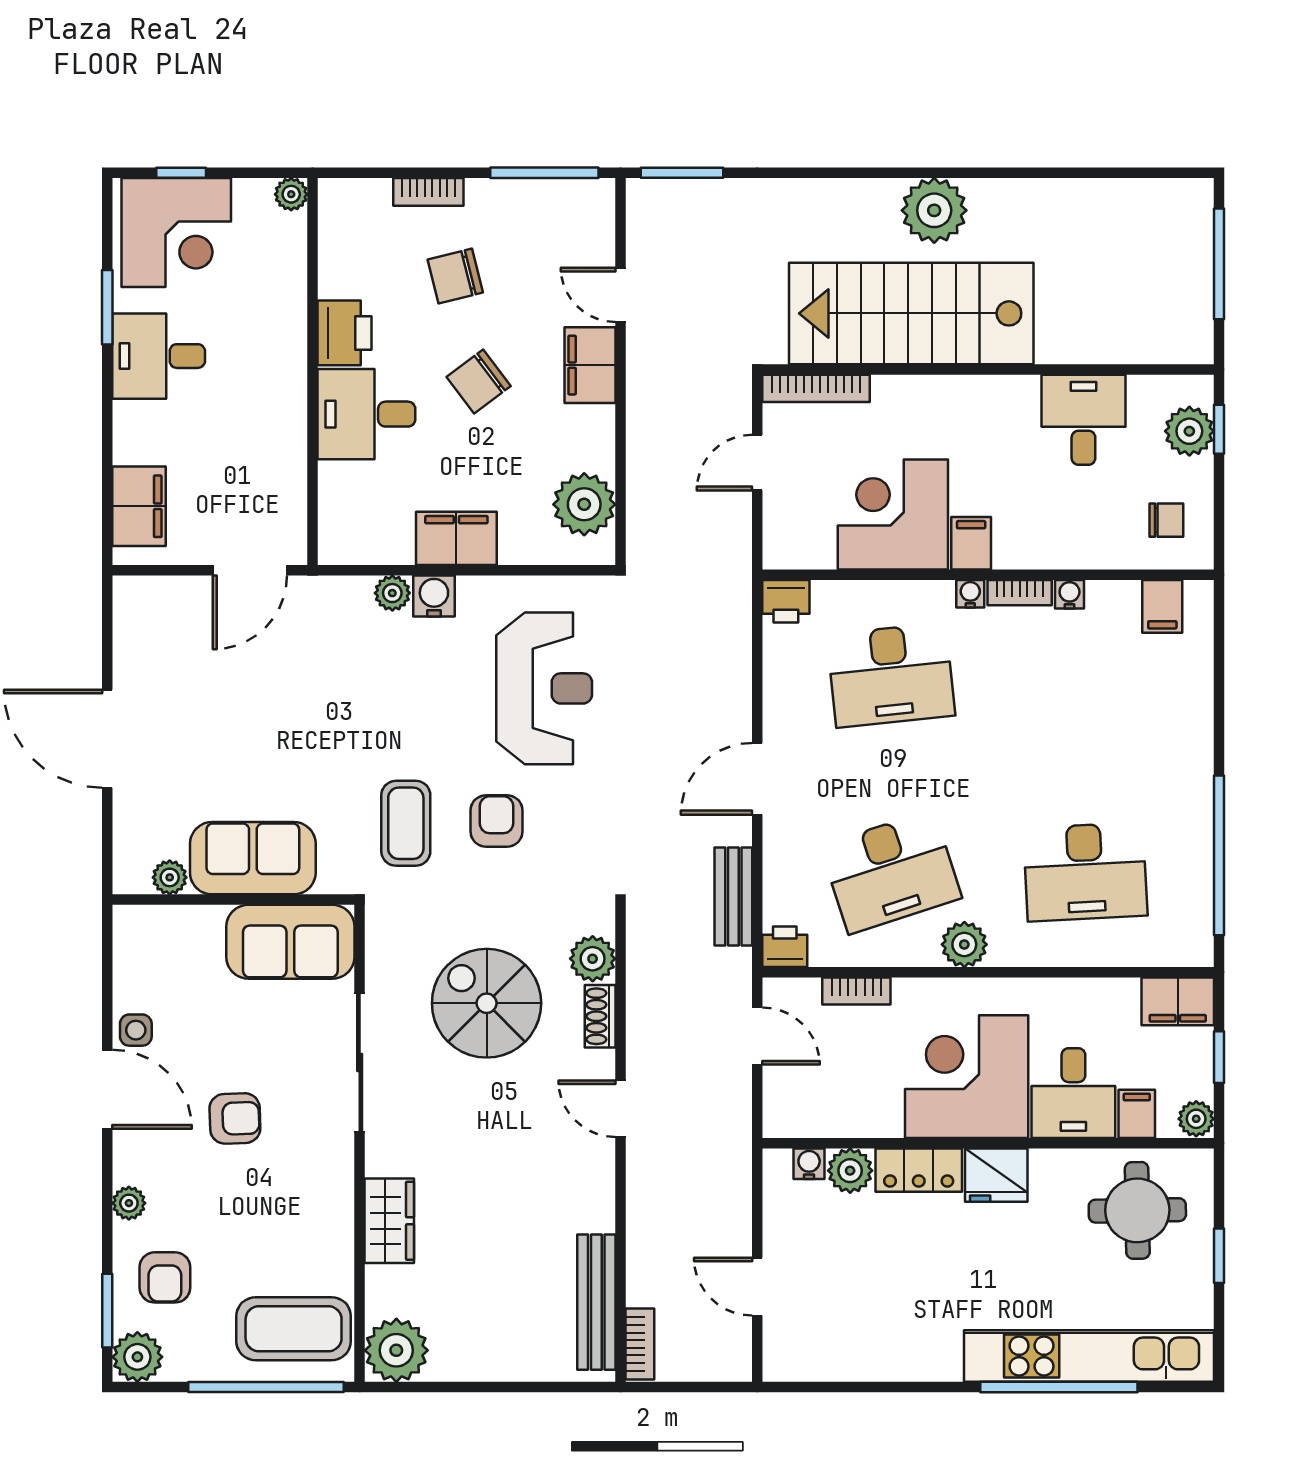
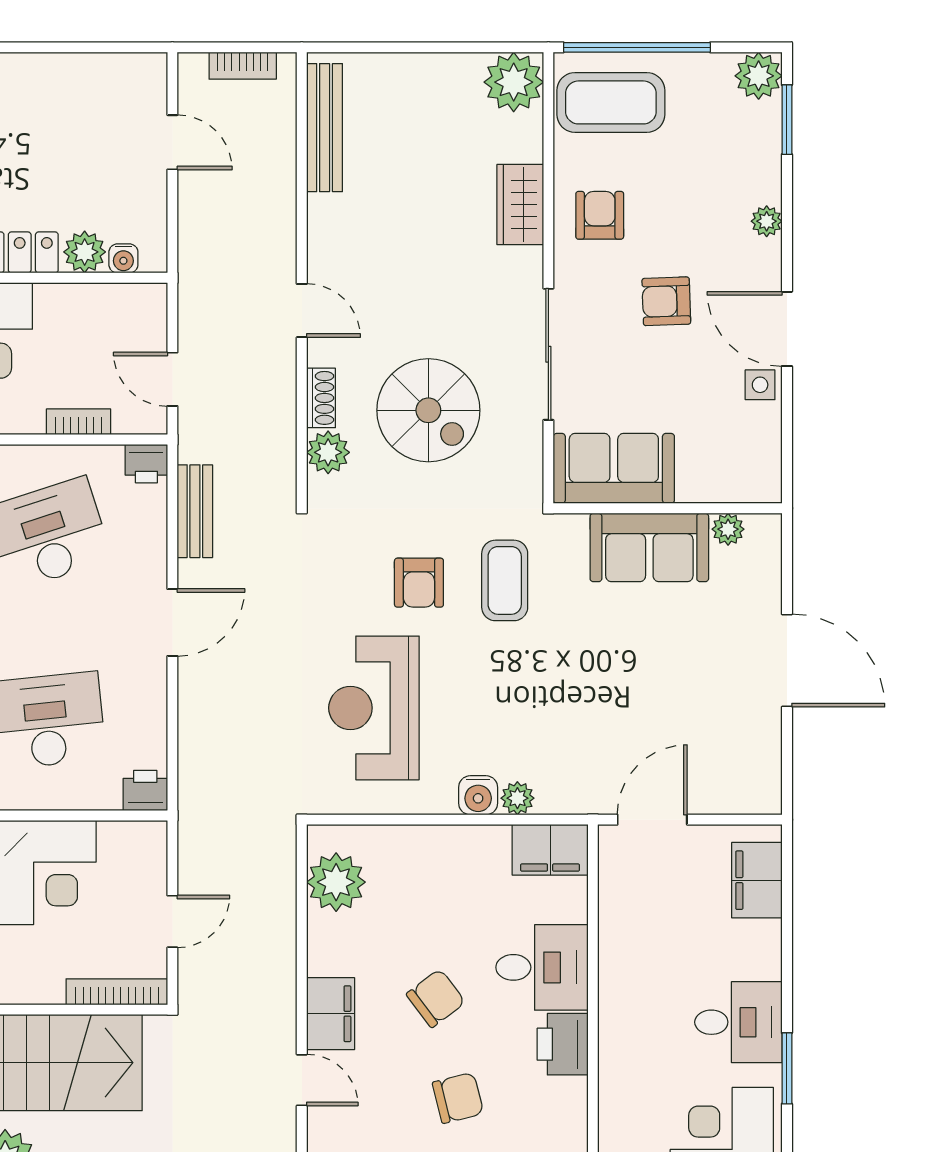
filing cabinet: (456, 538) -> (550, 850), moved
armchair: (165, 1277) -> (600, 215), moved
bookcase: (640, 1344) -> (243, 66), moved, turned -90

